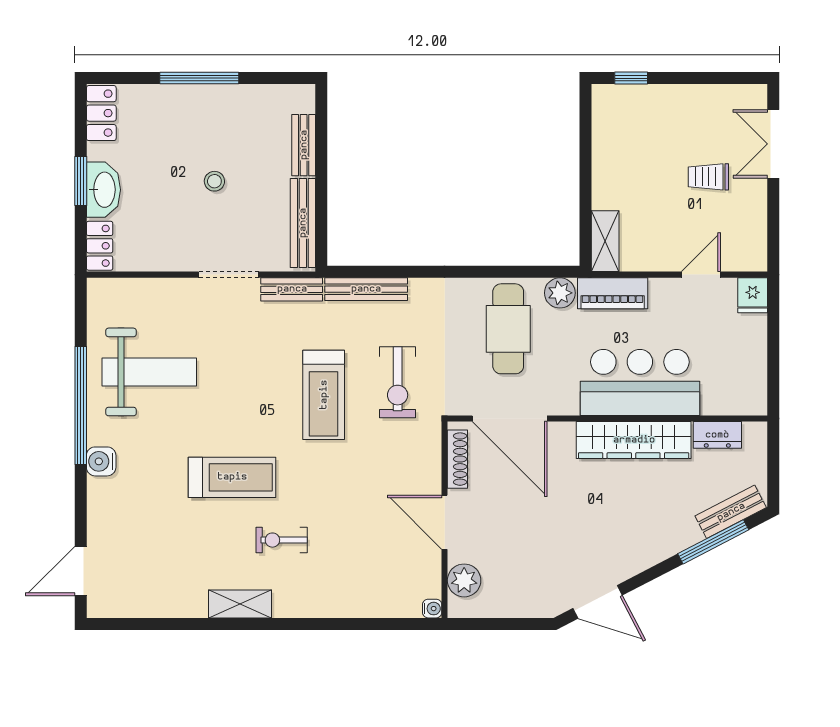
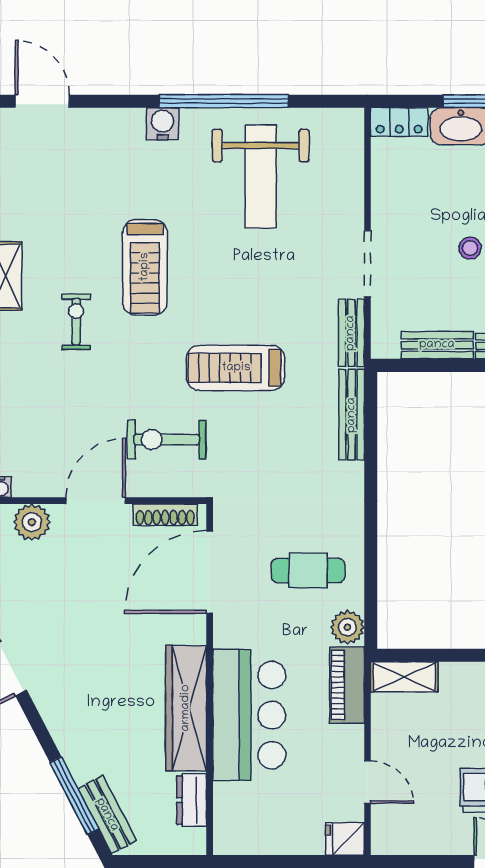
bench: (303, 223) -> (437, 345), width x0.73
cafe table: (508, 329) -> (308, 571), width x0.73, depth x0.74
exercise bike: (398, 382) -> (167, 440), moved

